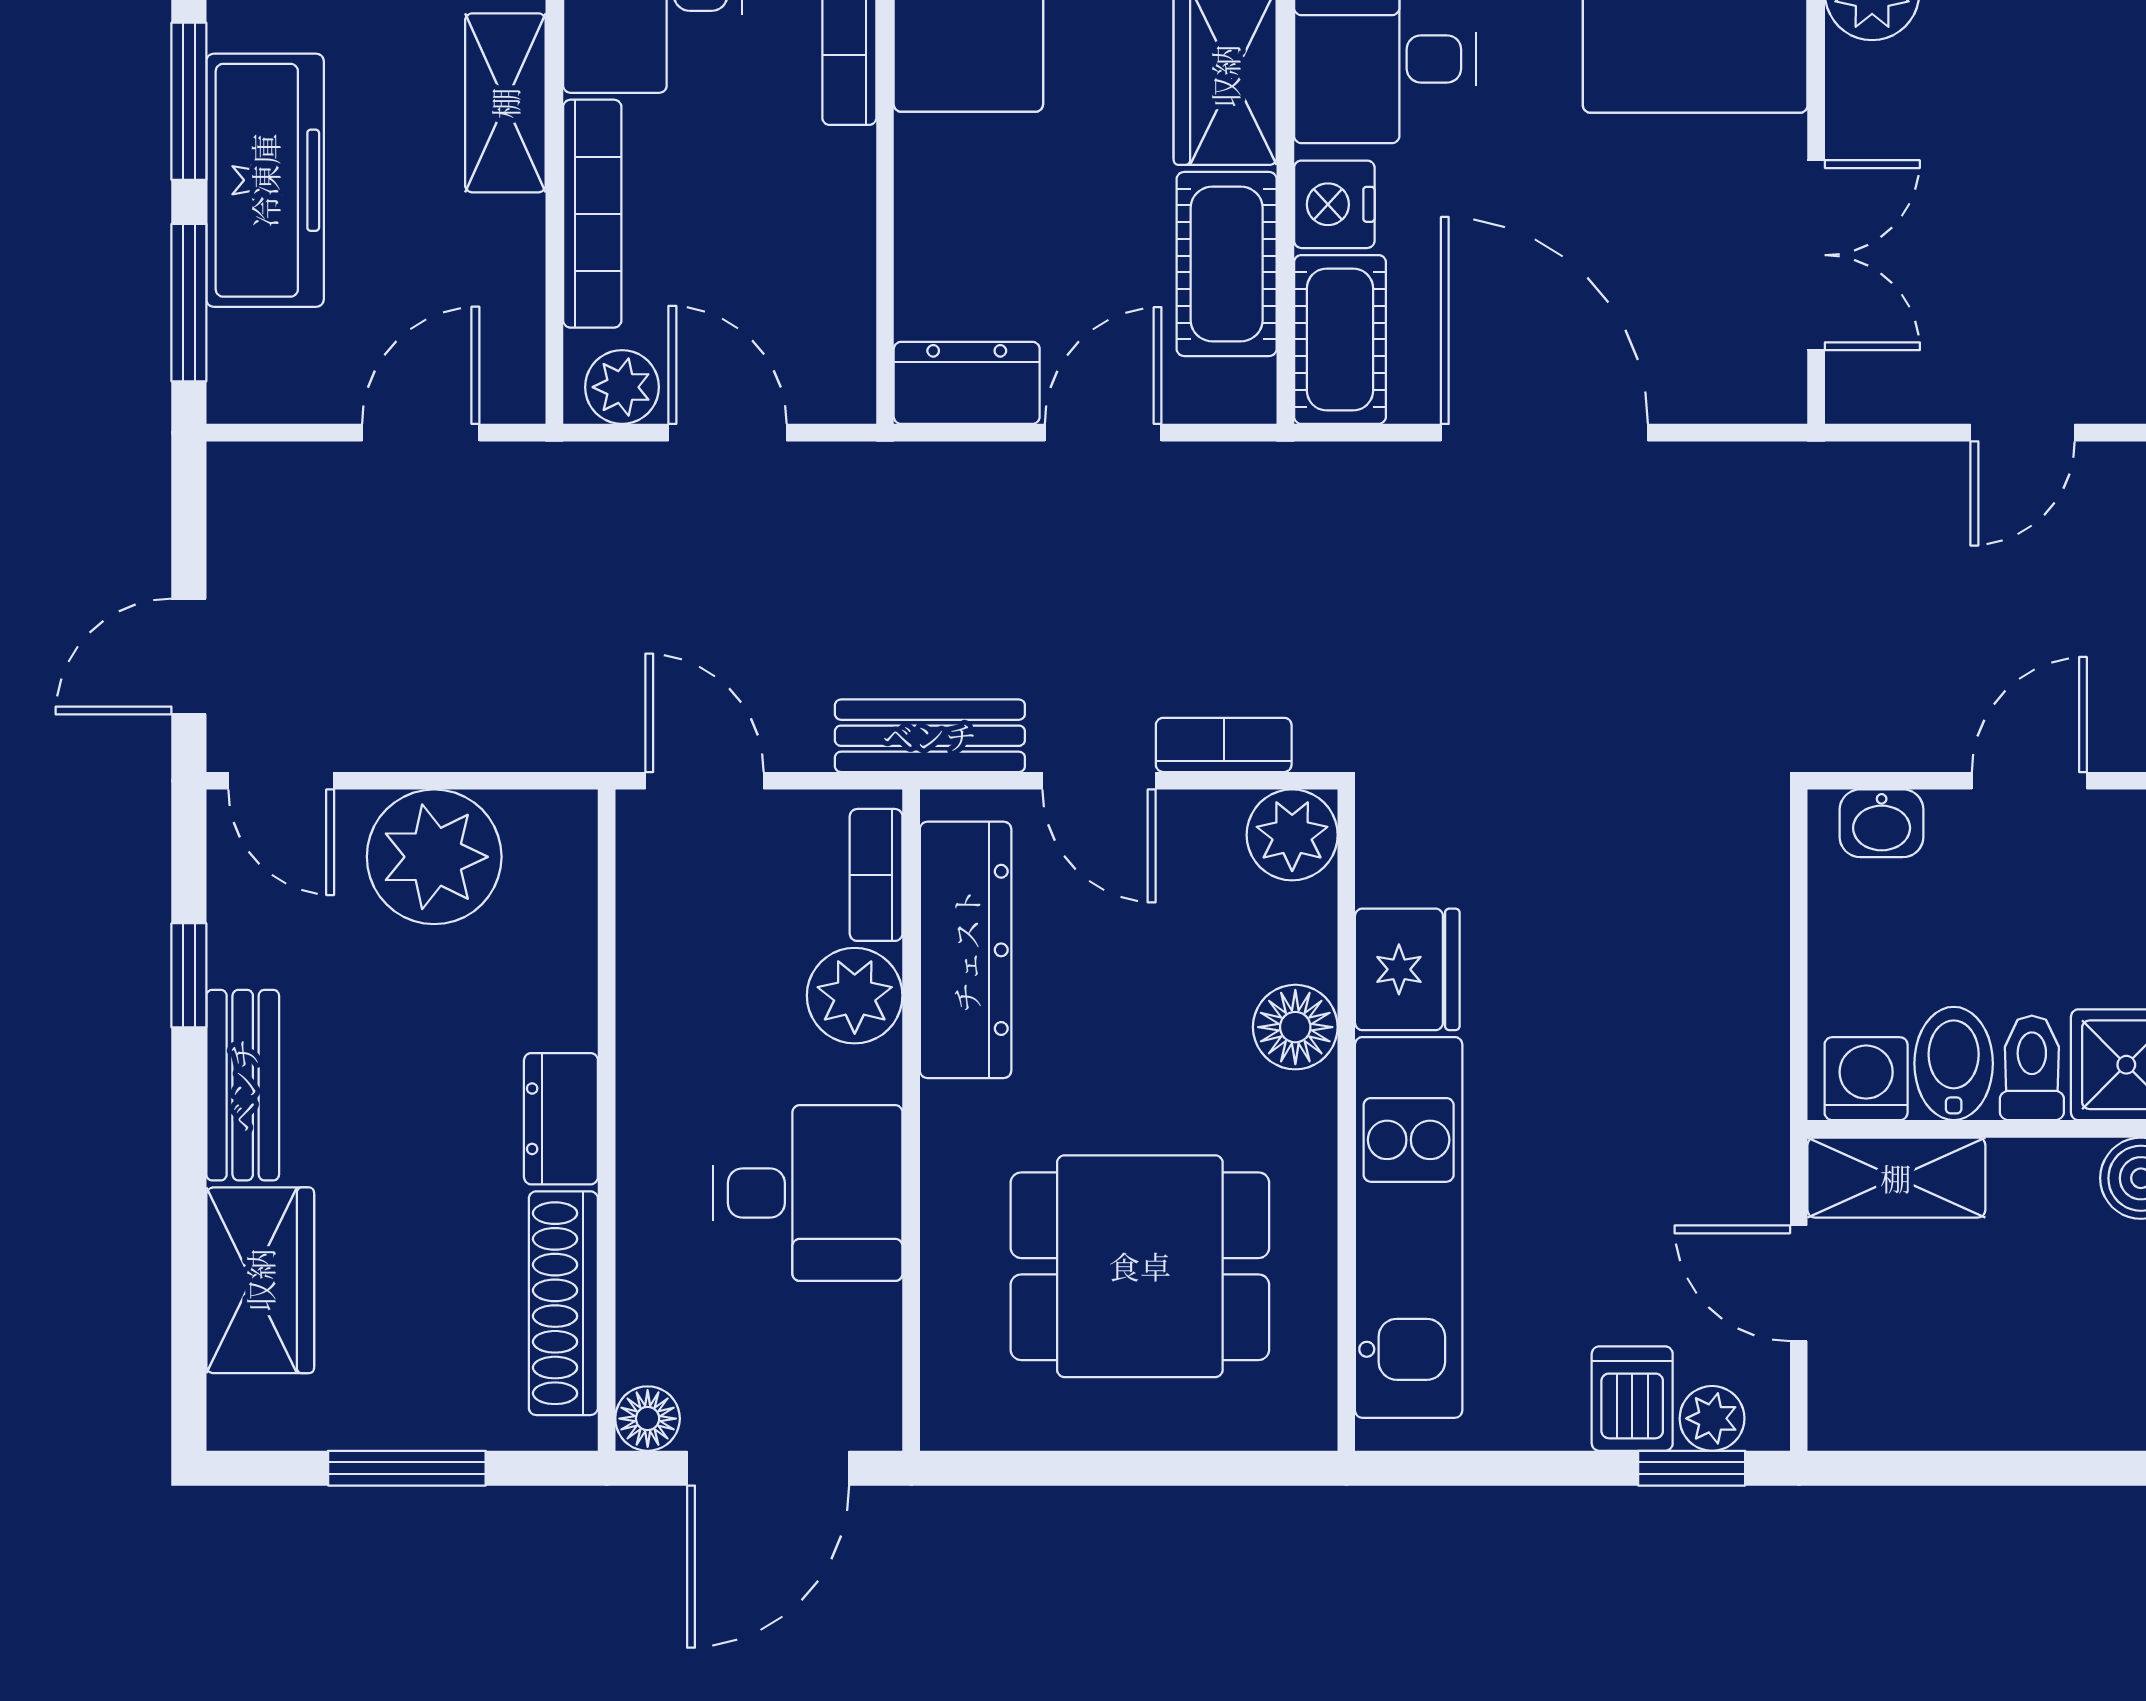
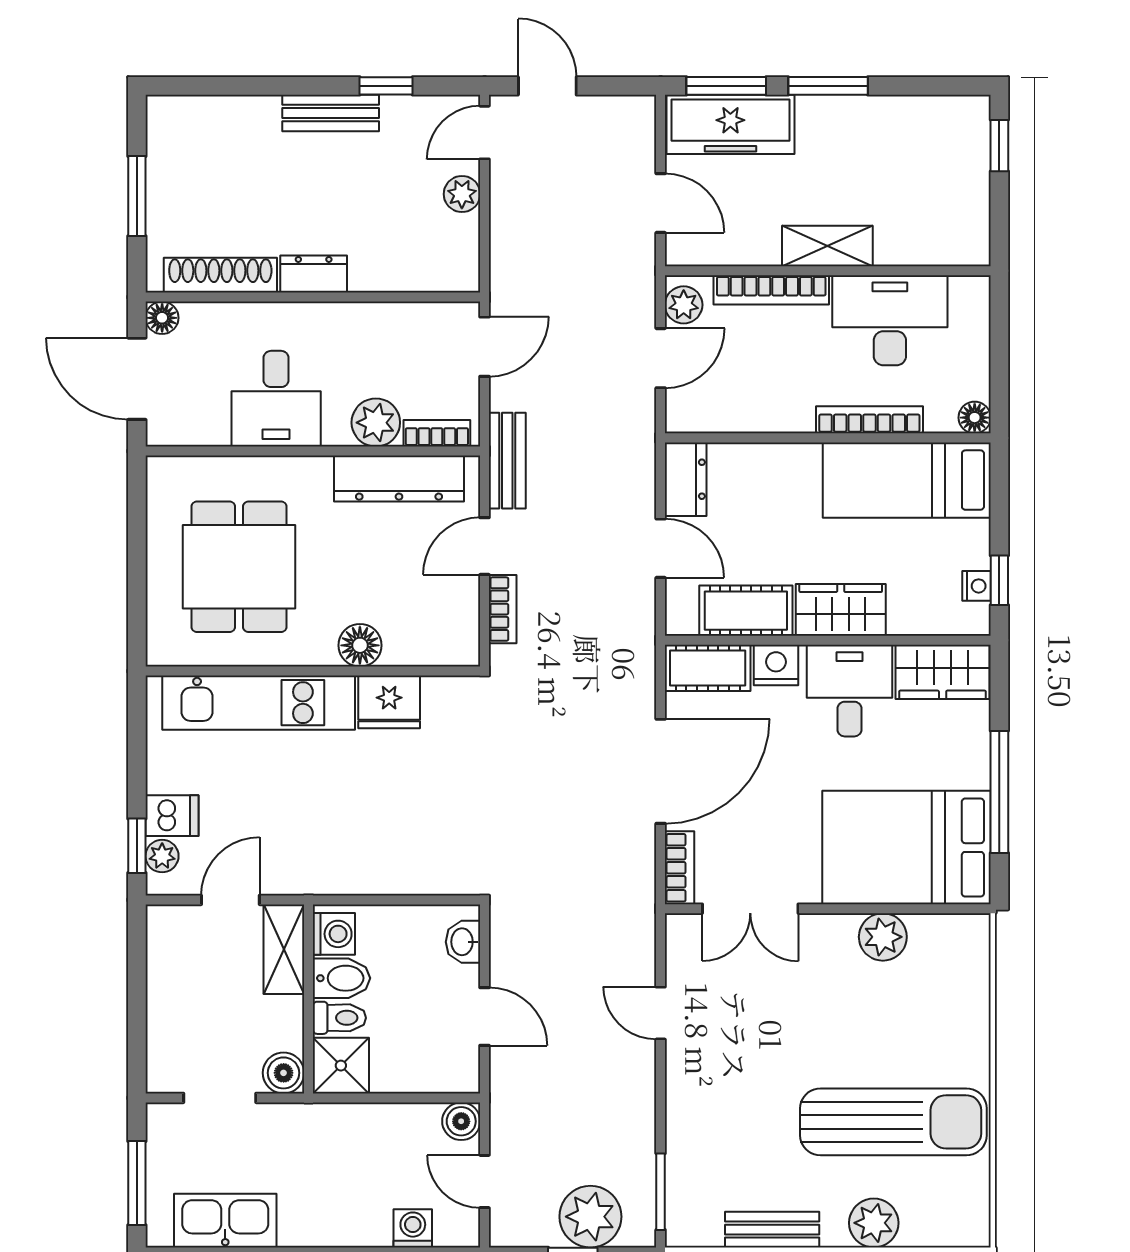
freezer: (265, 180) -> (730, 124), moved
bookcase: (1735, 395) -> (680, 868), added
plant: (1292, 835) -> (457, 644), removed
plant: (434, 857) -> (462, 194), width x0.53, depth x0.53
wardrobe: (260, 1280) -> (232, 122), removed

